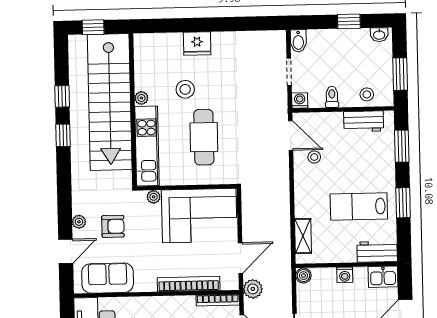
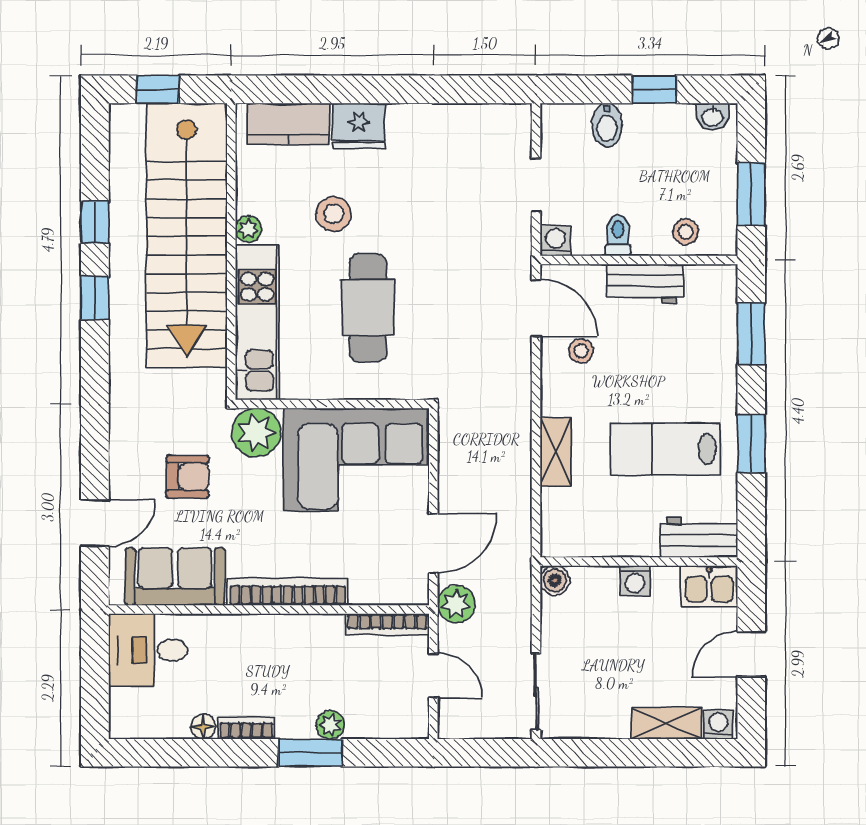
bidet: (298, 41) -> (607, 125), moved
kitchen counter: (161, 43) -> (288, 124), added
workbench: (364, 121) -> (645, 284), moved
plant: (154, 197) -> (256, 433), width x1.88, depth x1.88
plant: (79, 222) -> (122, 466), removed
shelving: (303, 236) -> (556, 452), moved
bookcase: (189, 284) -> (288, 592), moved

